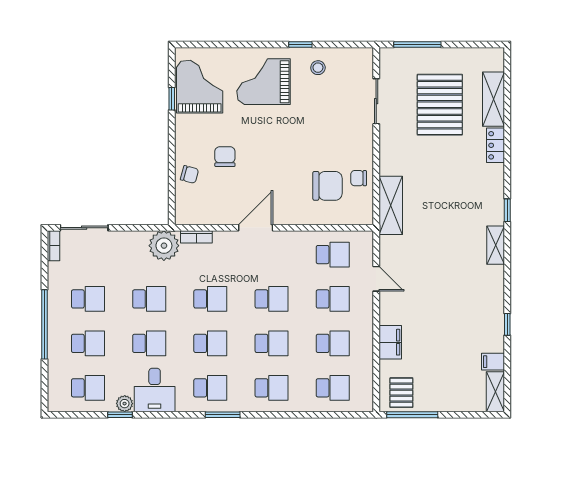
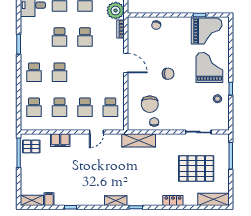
shelving: (493, 99) -> (213, 199), moved
chair: (225, 157) -> (168, 74), moved
school desk: (272, 299) -> (85, 72), removed
school desk: (210, 388) -> (34, 37), removed

